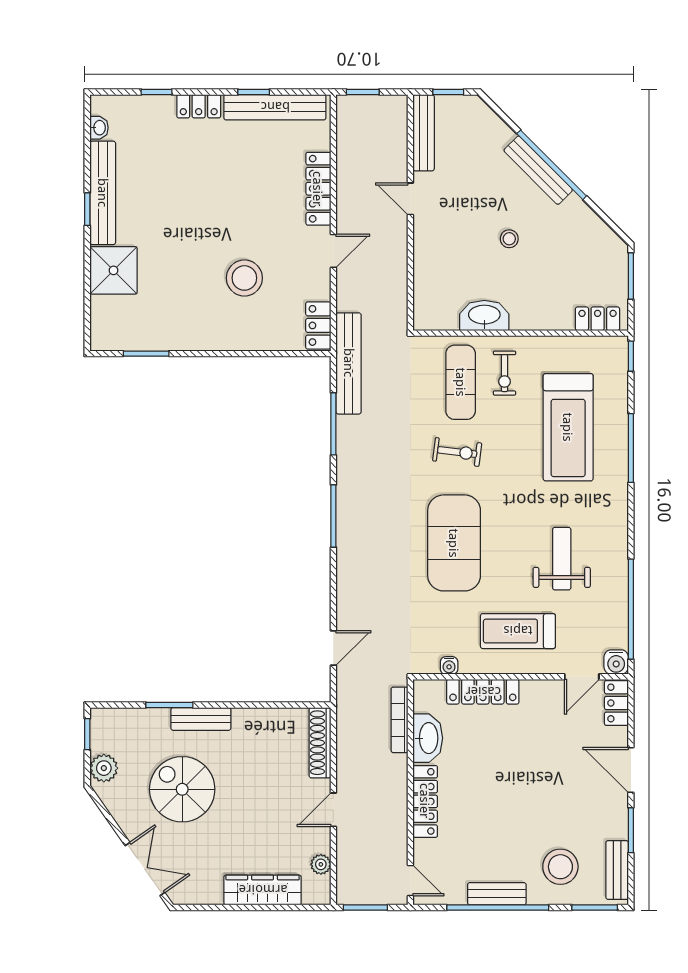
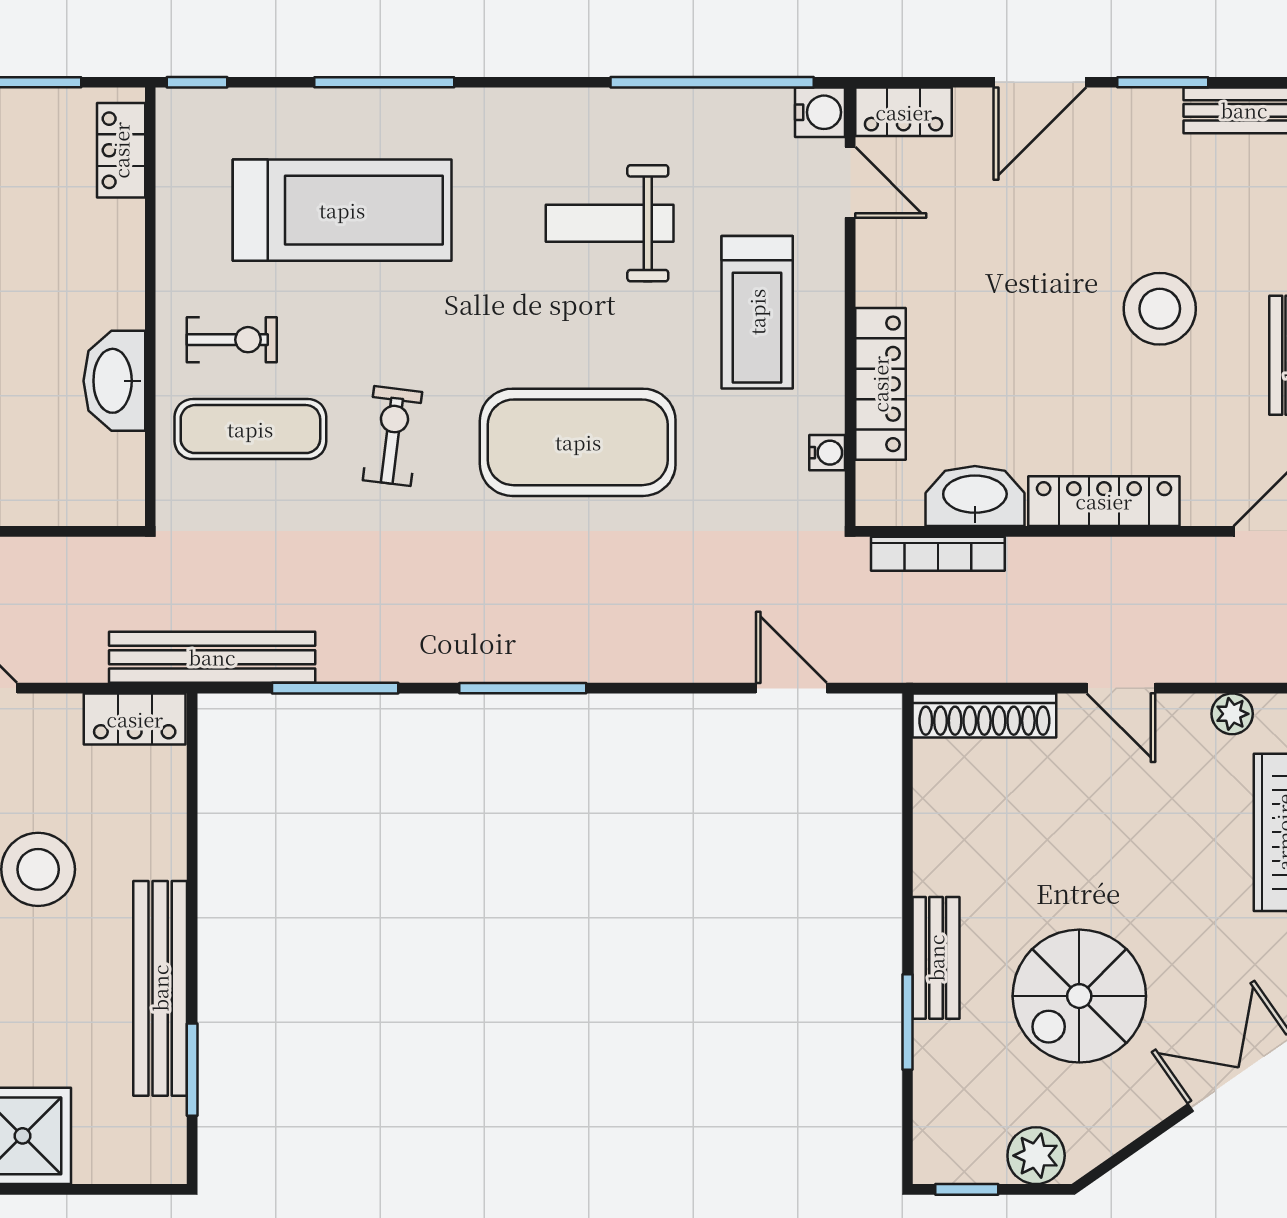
bench: (186, 338) -> (160, 988), added
stool: (560, 867) -> (1160, 309), moved

